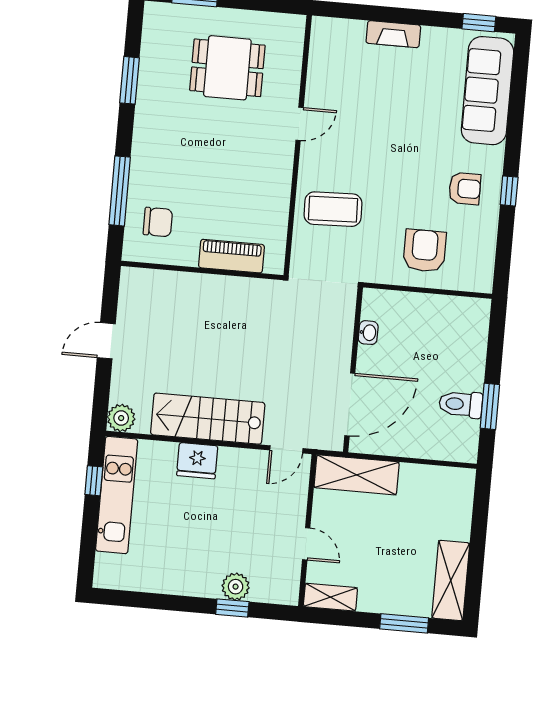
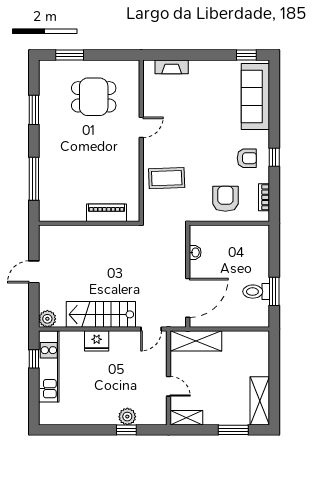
fireplace: (393, 34) -> (172, 67), moved
chair: (158, 222) -> (59, 196), removed
bookcase: (487, 254) -> (264, 197), added

